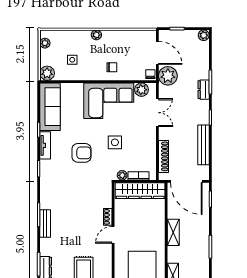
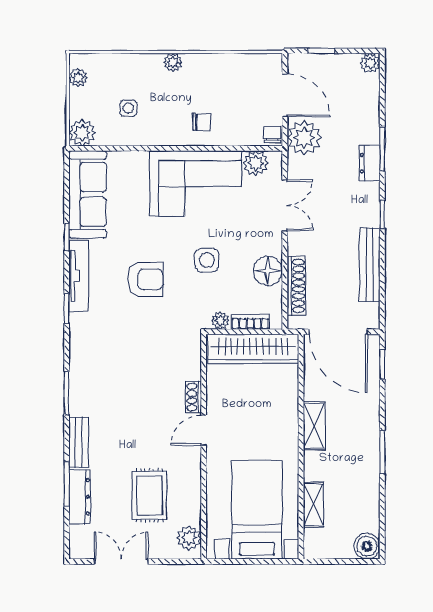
tv unit: (45, 145) -> (79, 276), width x1.41
floor lamp: (148, 148) -> (268, 271), added
bench: (45, 224) -> (79, 442), moved

